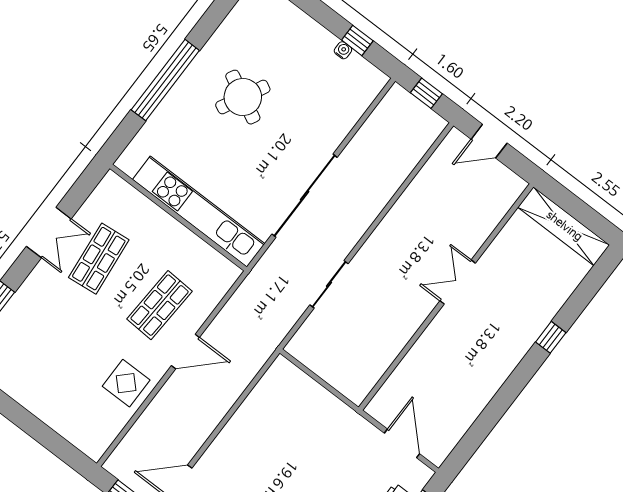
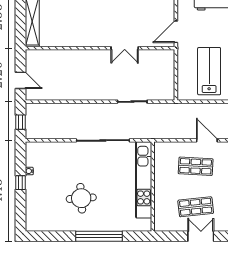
window: (357, 40) -> (21, 183), moved
round table: (243, 97) -> (81, 198), turned -31
double door: (458, 282) -> (125, 48), moved
lab bench: (287, 434) -> (209, 71), added
door: (402, 443) -> (176, 32), moved

